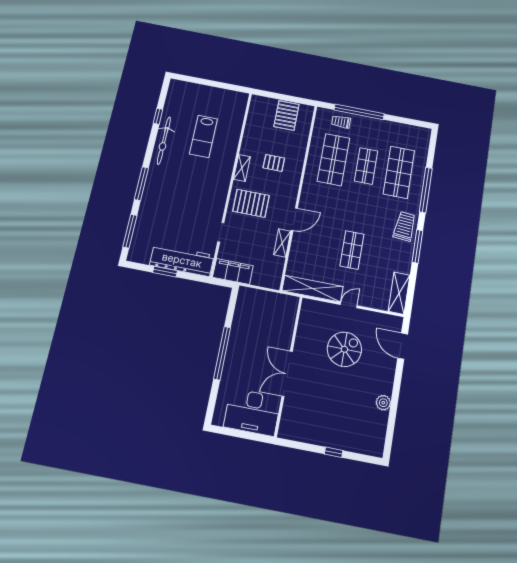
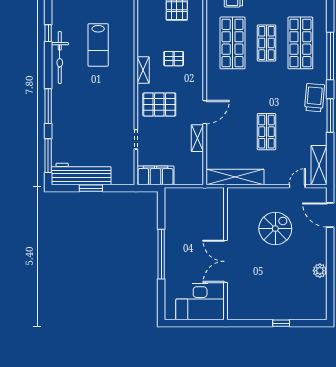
workbench: (182, 260) -> (81, 174), moved
door: (349, 305) -> (297, 186), moved

